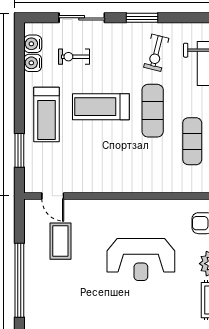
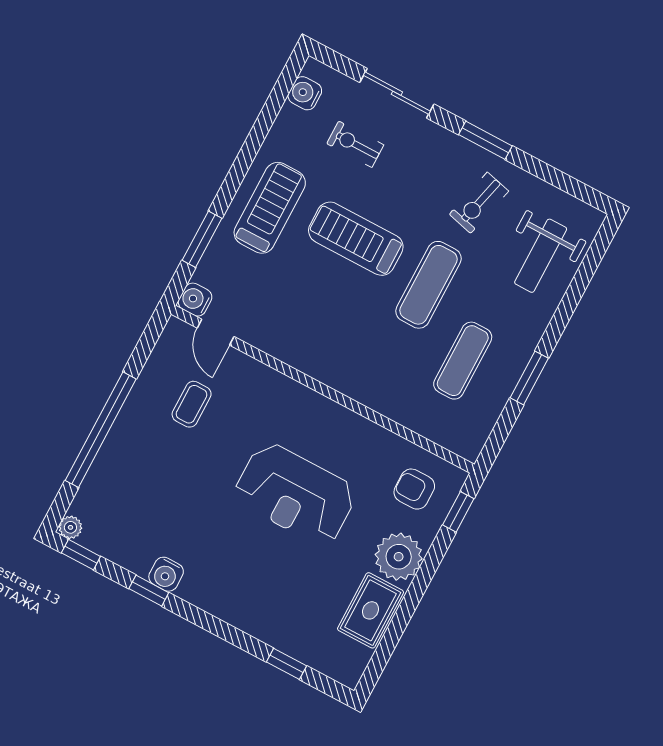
water cooler: (33, 63) -> (195, 300), moved
treadmill: (46, 115) -> (270, 208), turned 180
coffee table: (60, 241) -> (192, 404), width x0.73, depth x0.77

